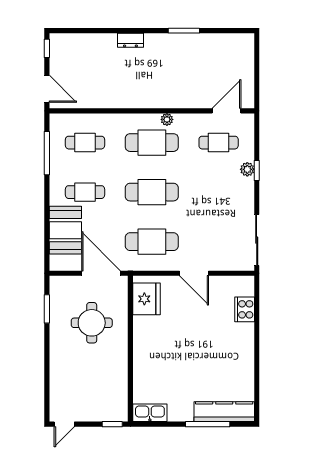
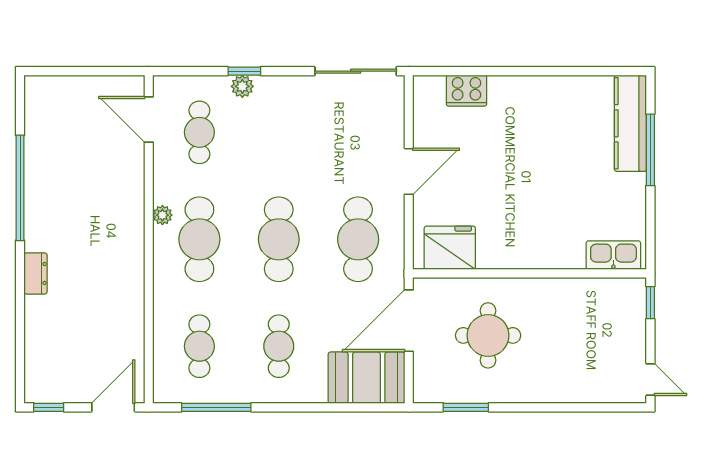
window: (184, 31) -> (20, 188), width x2.11
booth: (65, 230) -> (366, 378), moved
kitchen sink: (150, 413) -> (613, 255), moved, turned 90

